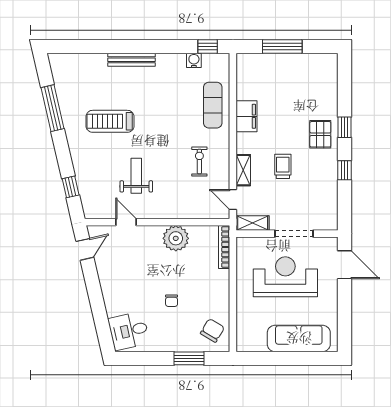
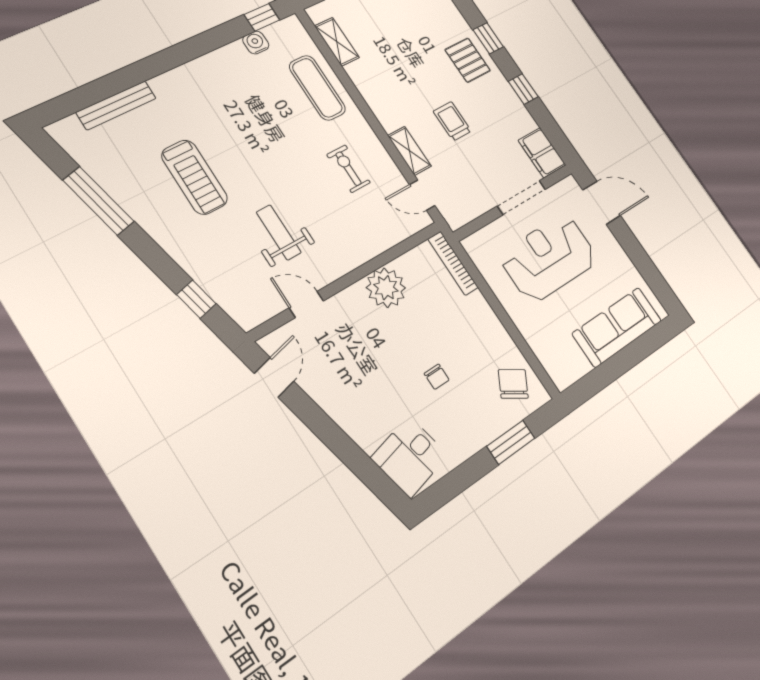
bench: (132, 60) -> (116, 105), moved
filing cabinet: (247, 116) -> (542, 153), moved, turned 180
treadmill: (110, 121) -> (194, 177), turned -90
shelving: (253, 223) -> (337, 42), moved, turned 90

